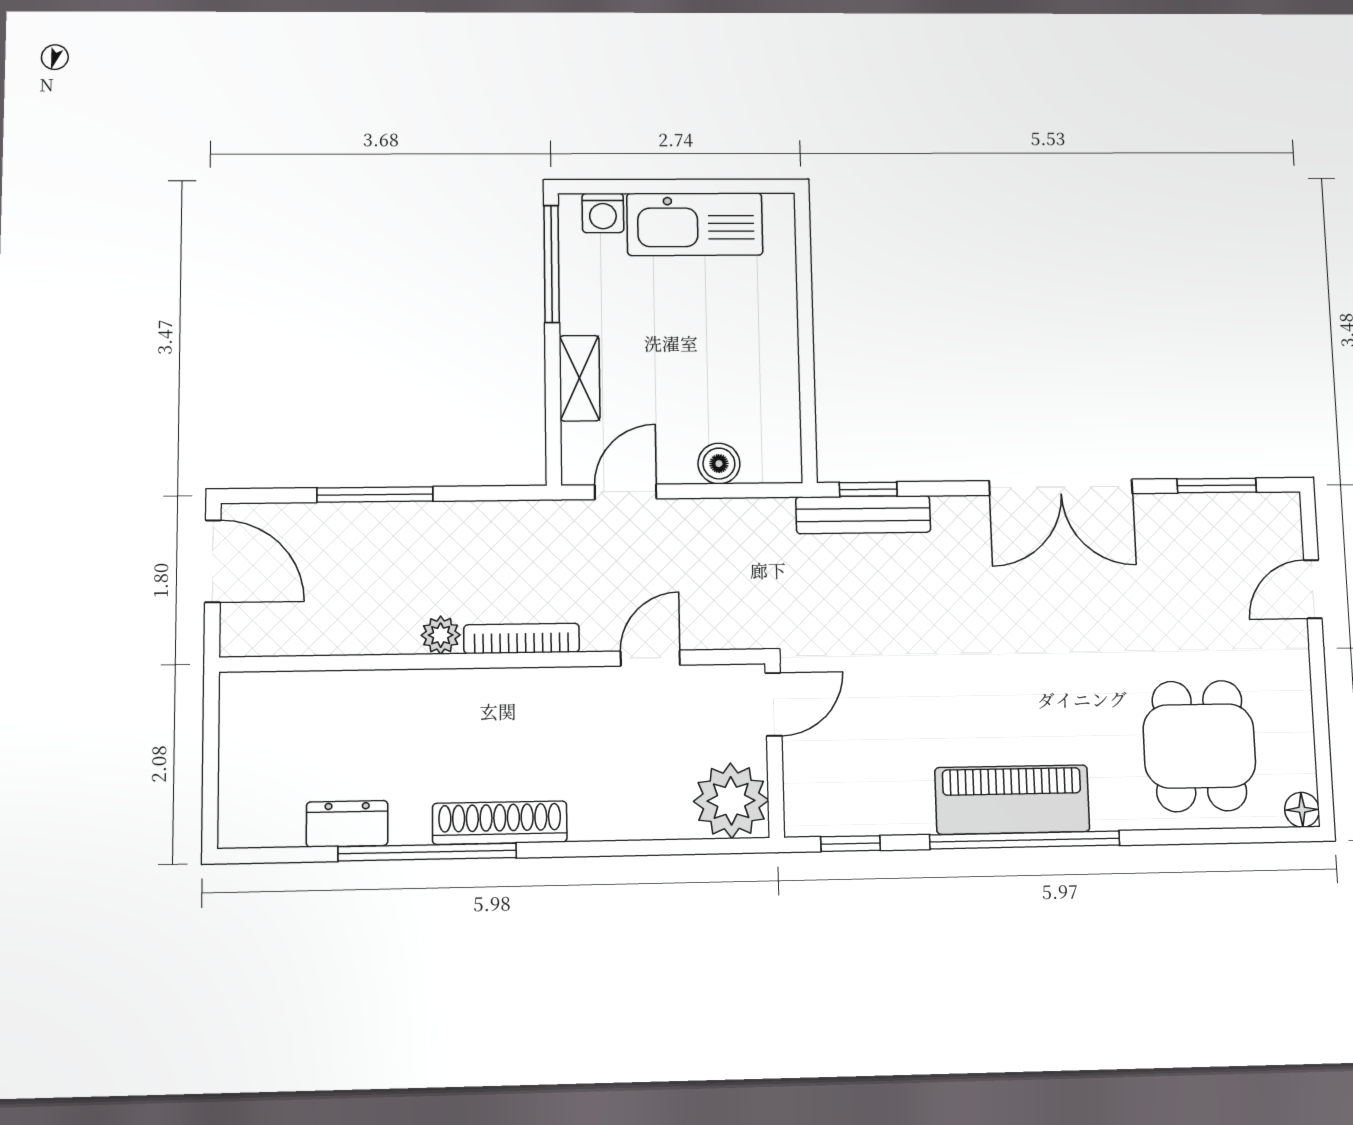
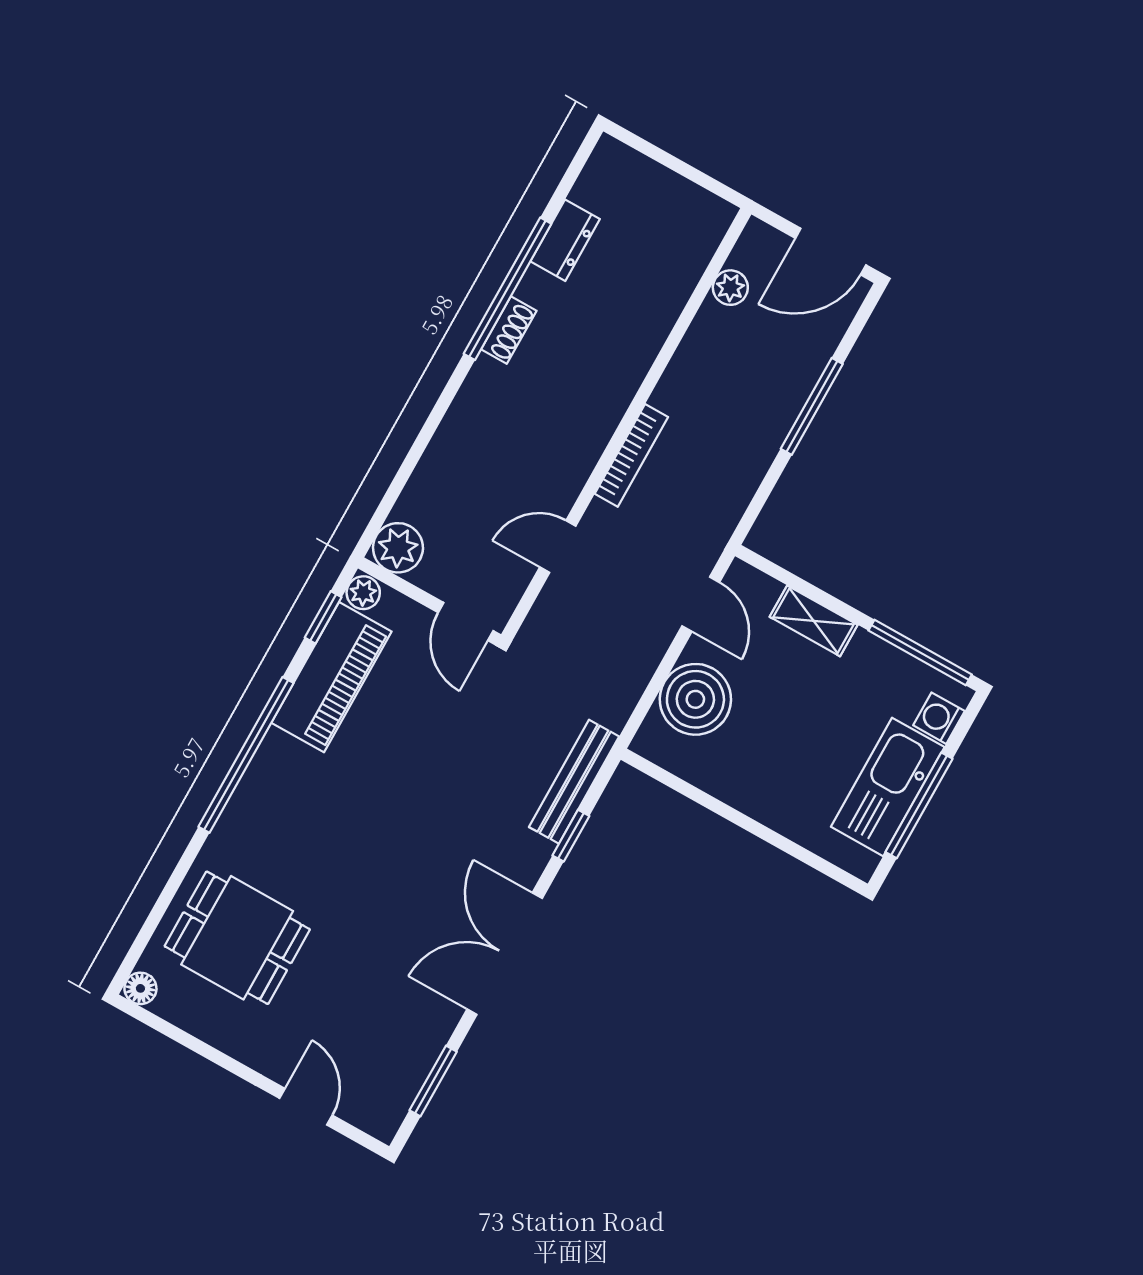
window: (695, 186) -> (919, 805), added
boiler: (719, 464) -> (695, 699), width x1.86, depth x1.86
window: (868, 489) -> (571, 836), moved
plant: (441, 635) -> (730, 288), moved
door: (650, 658) -> (558, 547), swing flipped
piano: (1012, 800) -> (331, 677), moved
plant: (731, 801) -> (398, 548), width x0.73, depth x0.73
plant: (804, 819) -> (363, 593), added
shoe rack: (500, 823) -> (509, 330), width x0.51, depth x0.81

